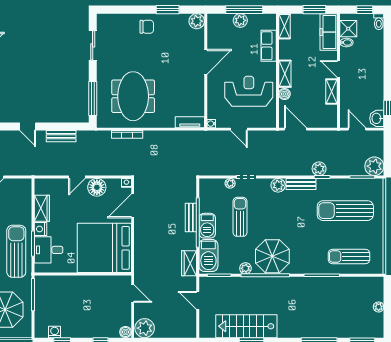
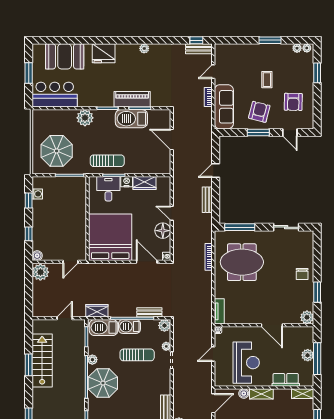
plant: (278, 185) -> (164, 325), moved
bench: (191, 217) -> (149, 312), moved
sun lounger: (16, 251) -> (107, 161), width x0.73, depth x0.75

